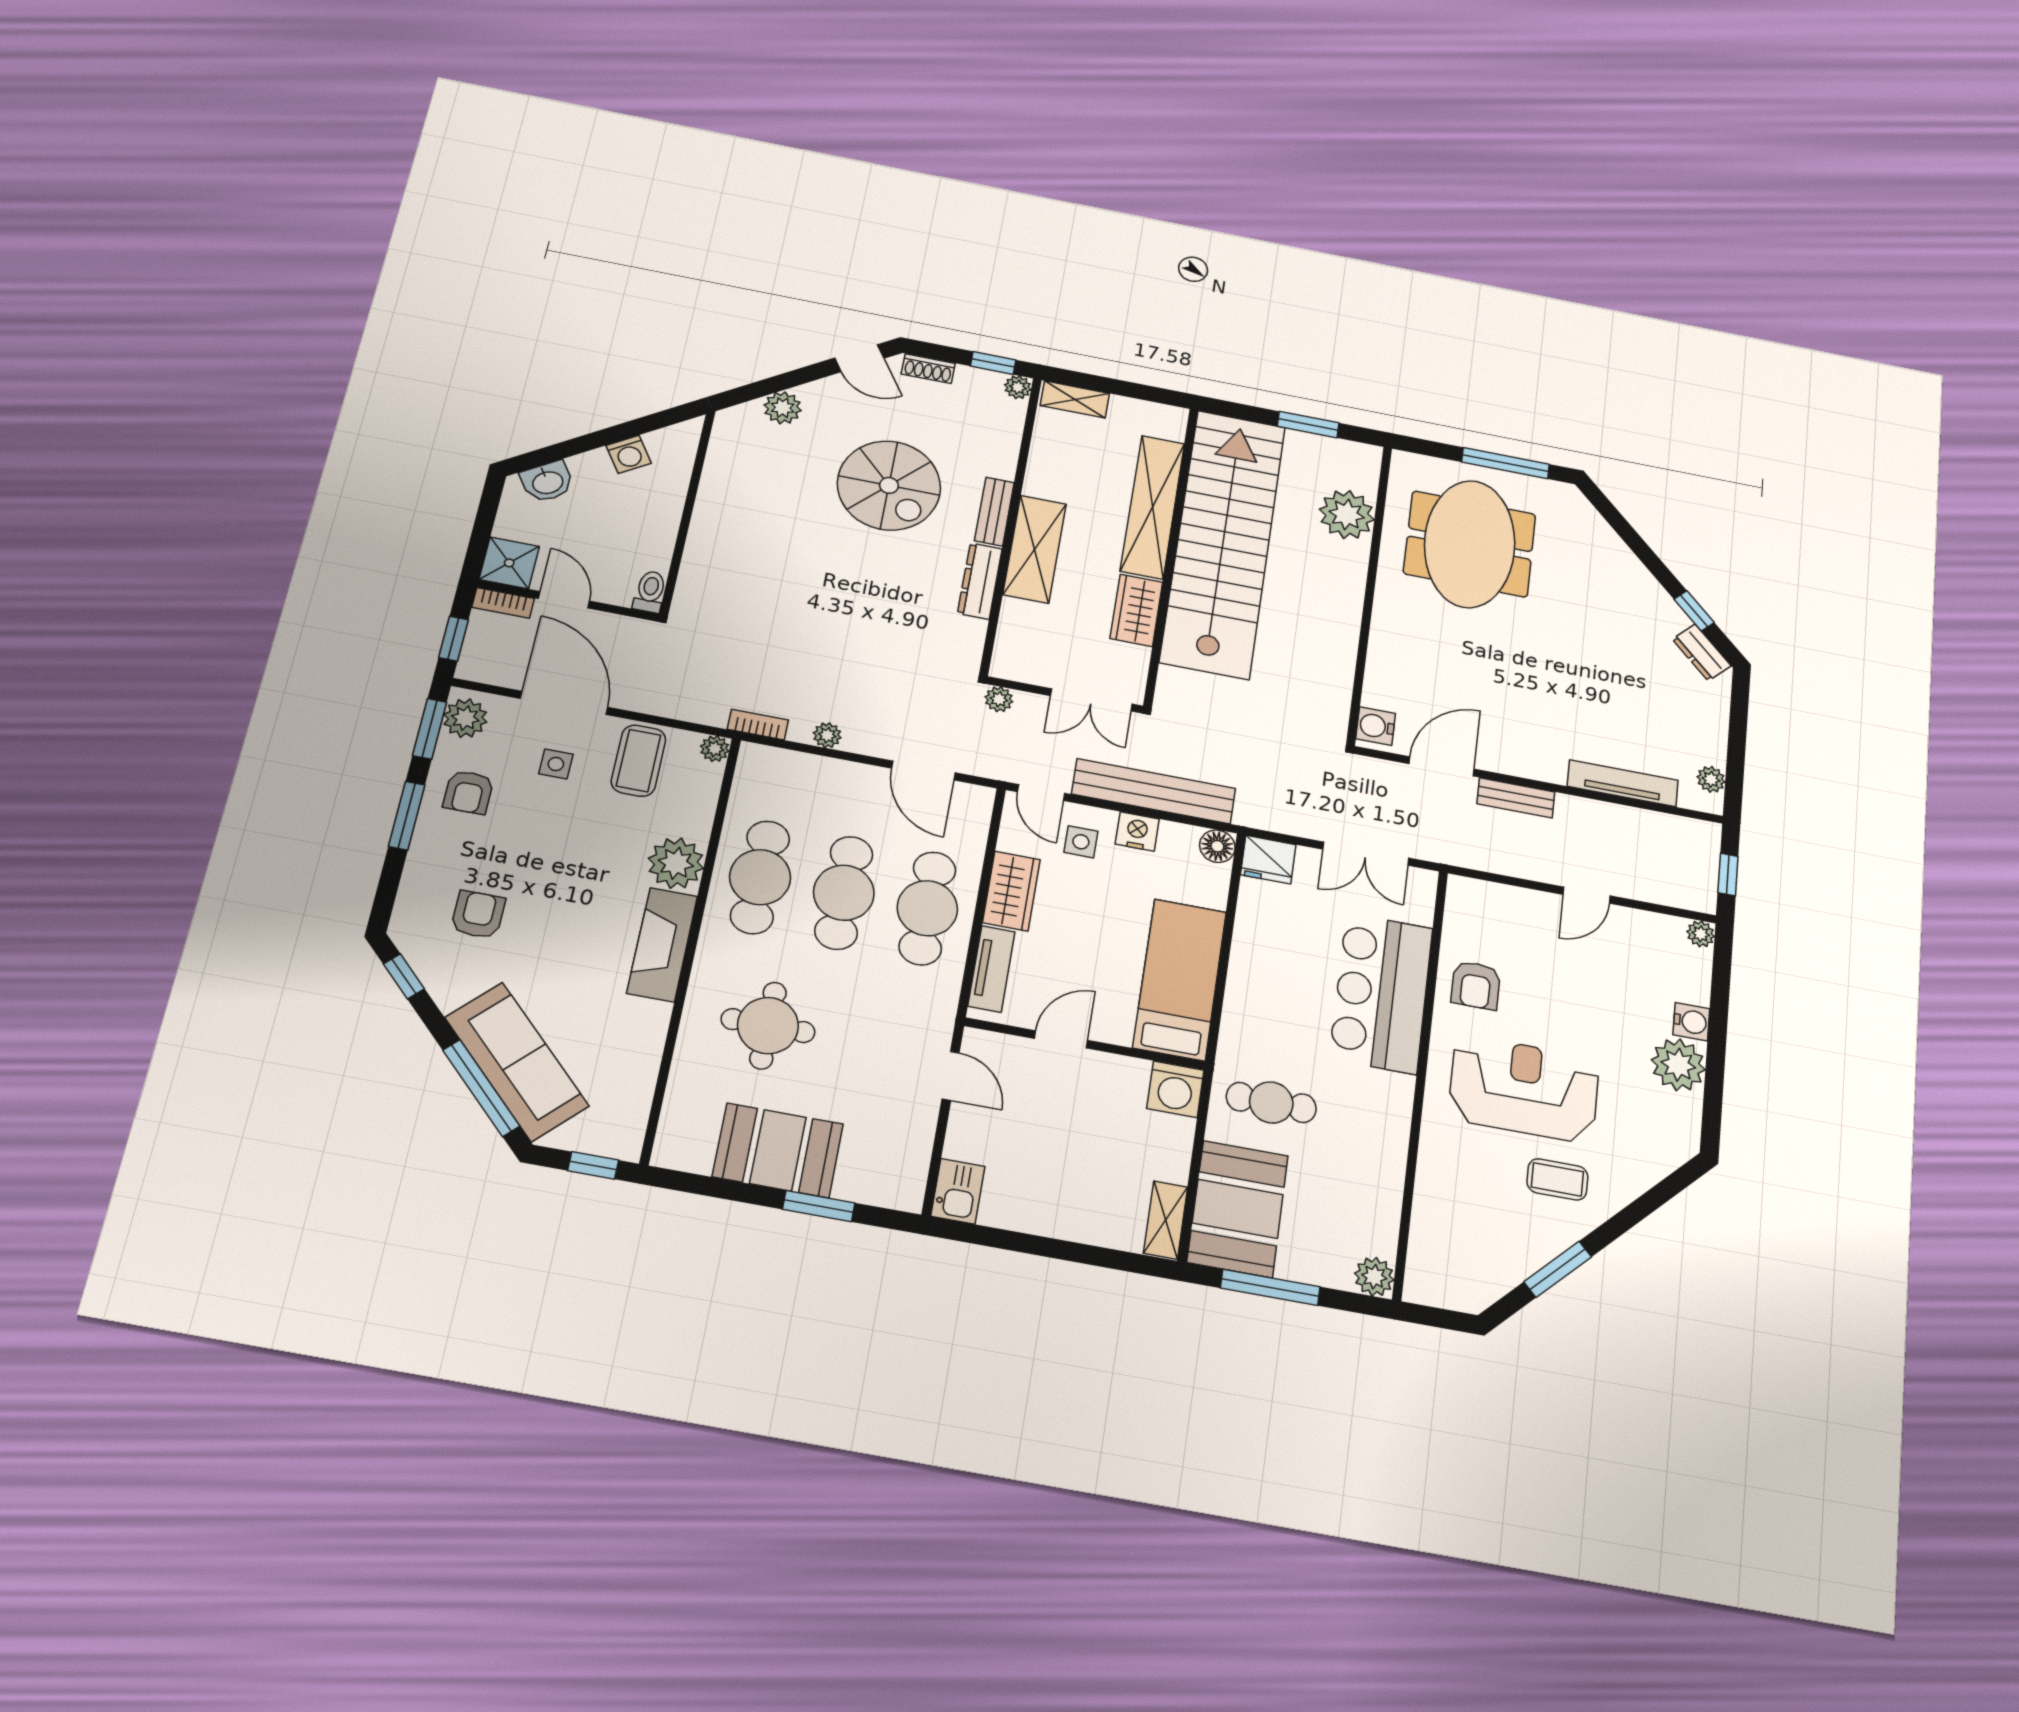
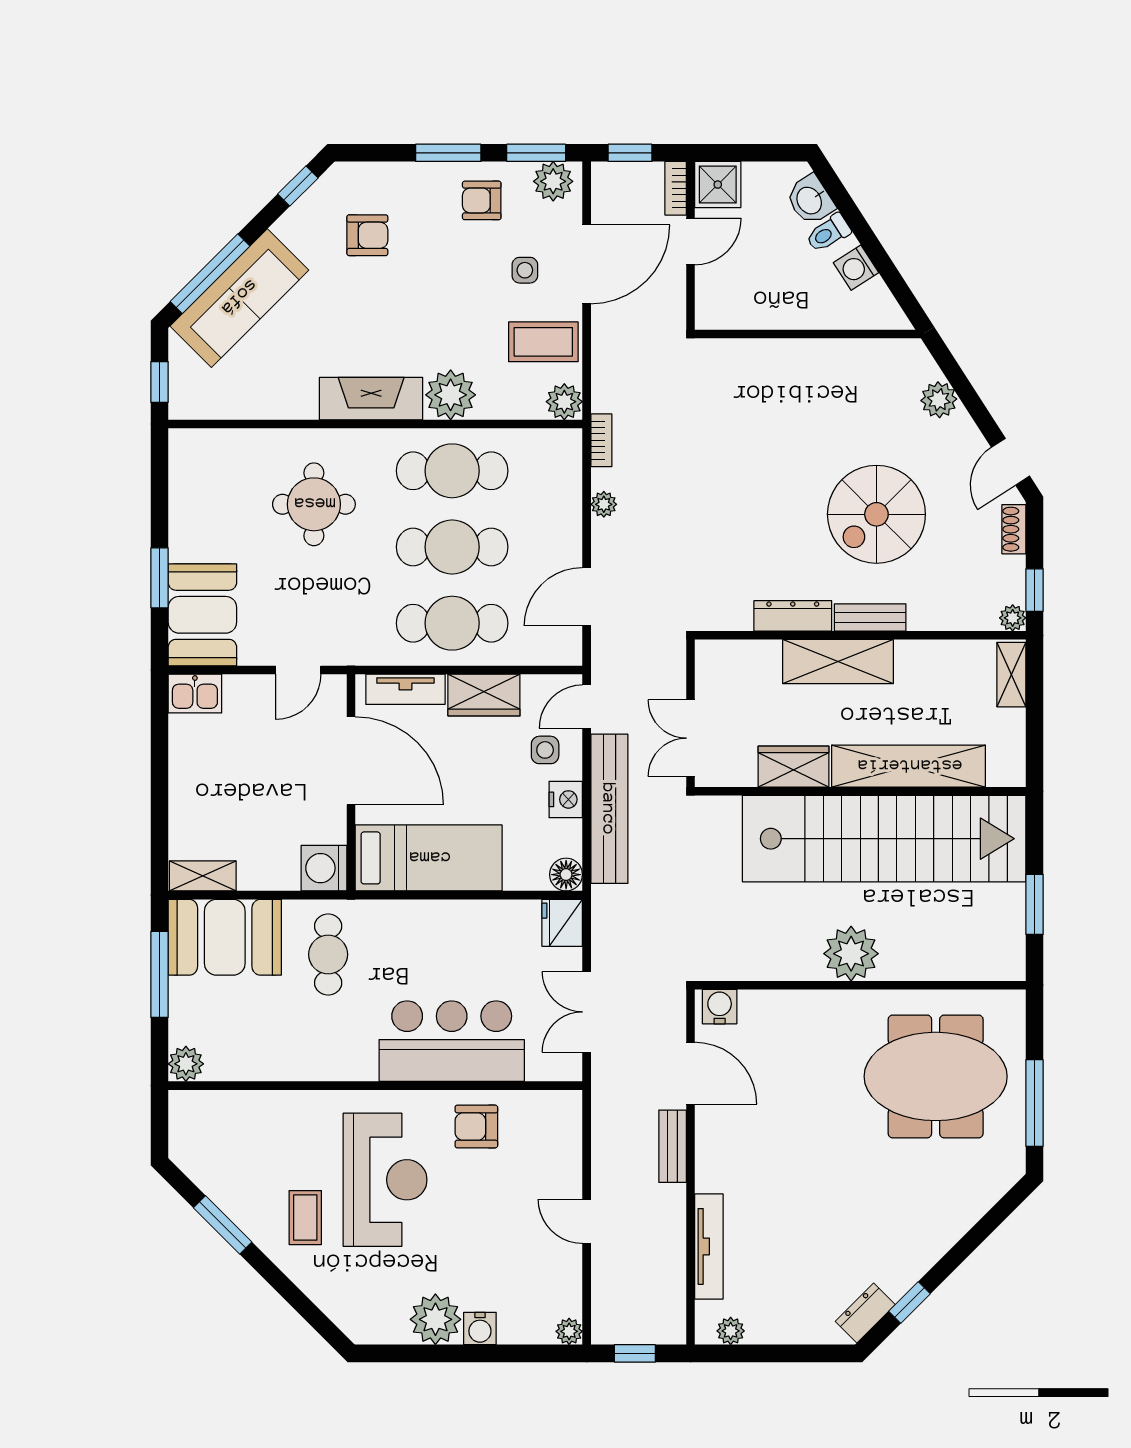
plant: (1347, 515) -> (851, 954), moved
toilet: (650, 592) -> (828, 233), moved, turned 147
plant: (999, 699) -> (673, 653), removed
plant: (715, 749) -> (564, 402), width x1.38, depth x1.38
door: (1061, 1039) -> (351, 761), width x1.87
booth: (778, 1150) -> (202, 615), moved

